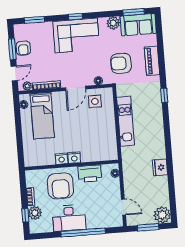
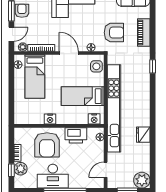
armchair: (23, 48) -> (22, 11), turned 180
armchair: (121, 63) -> (114, 33), turned 180
door: (76, 88) -> (69, 53), swing flipped
side table: (95, 101) -> (96, 66), moved
kitchen unit: (126, 121) -> (114, 108), width x1.86
bed: (94, 132) -> (83, 96), added
nightstand: (74, 158) -> (94, 119), moved
door: (124, 207) -> (106, 170), swing flipped

